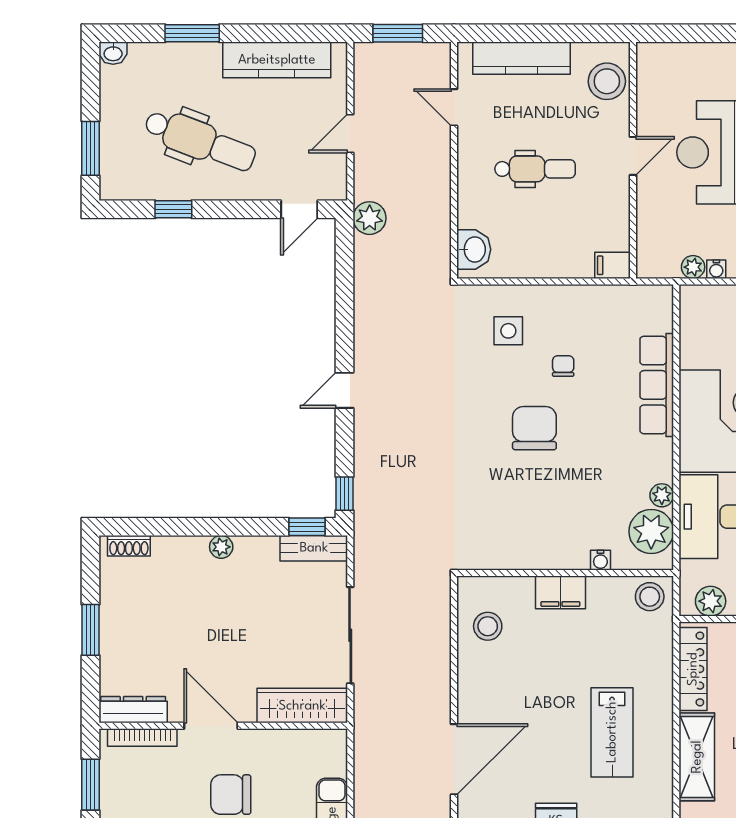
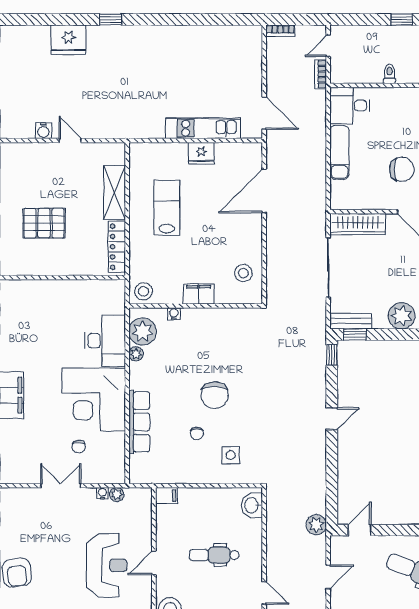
plant: (221, 547) -> (402, 316), width x1.88, depth x1.88
plant: (711, 601) -> (106, 289), removed

